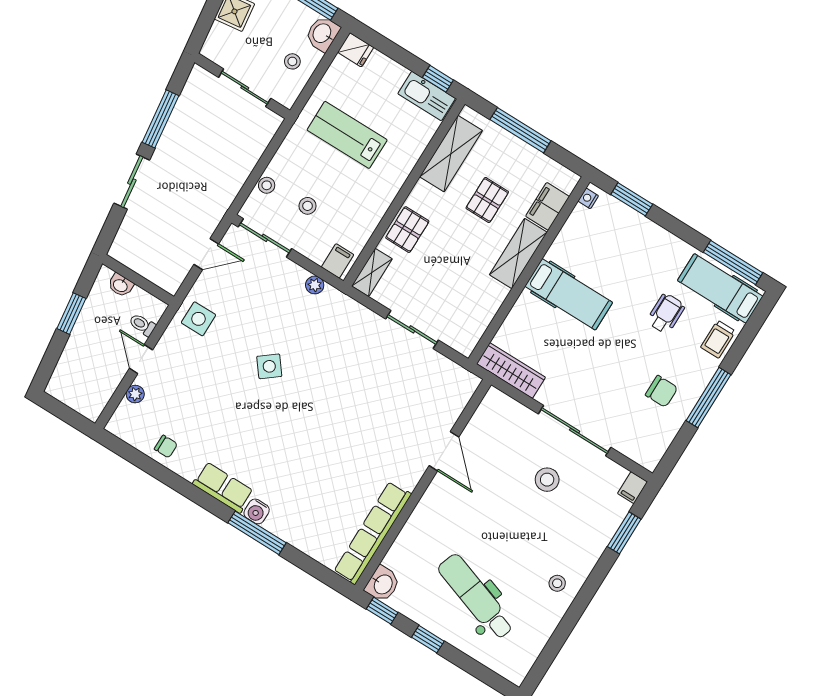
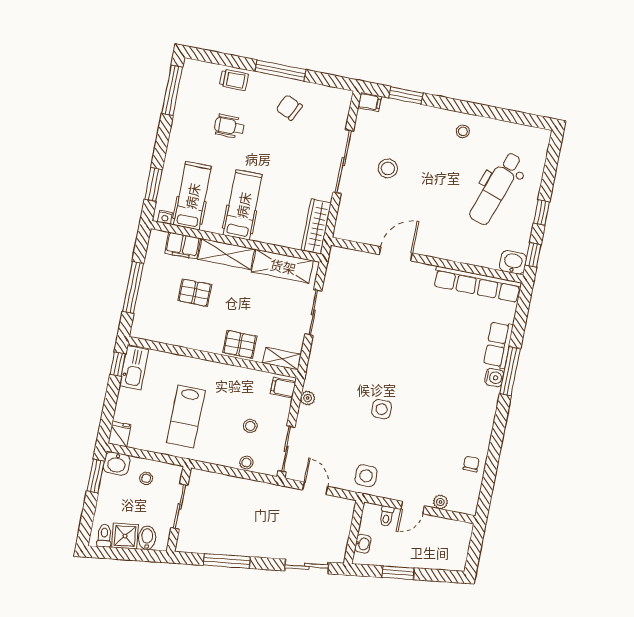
bidet: (223, 36) -> (147, 538), added
shelving: (451, 154) -> (283, 266), moved
sliding door: (132, 182) -> (307, 566), moved
hospital bed: (720, 288) -> (192, 196), moved, turned 180
side table: (269, 366) -> (382, 409), turned 38
chair: (661, 391) -> (289, 108), turned -65
row of seats: (223, 487) -> (498, 345), moved

